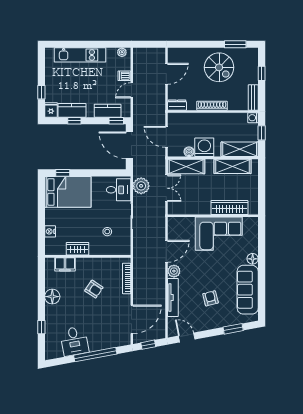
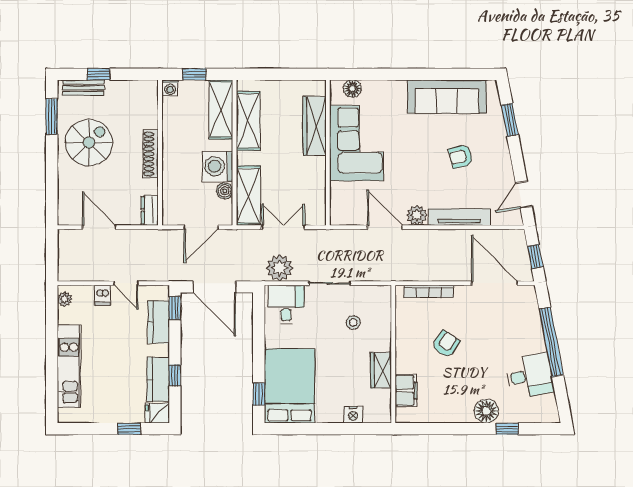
bench: (253, 98) -> (83, 88), moved
door: (129, 145) -> (214, 287), hinge flipped
floor lamp: (253, 259) -> (352, 89), moved
floor lamp: (52, 297) -> (486, 411), moved

